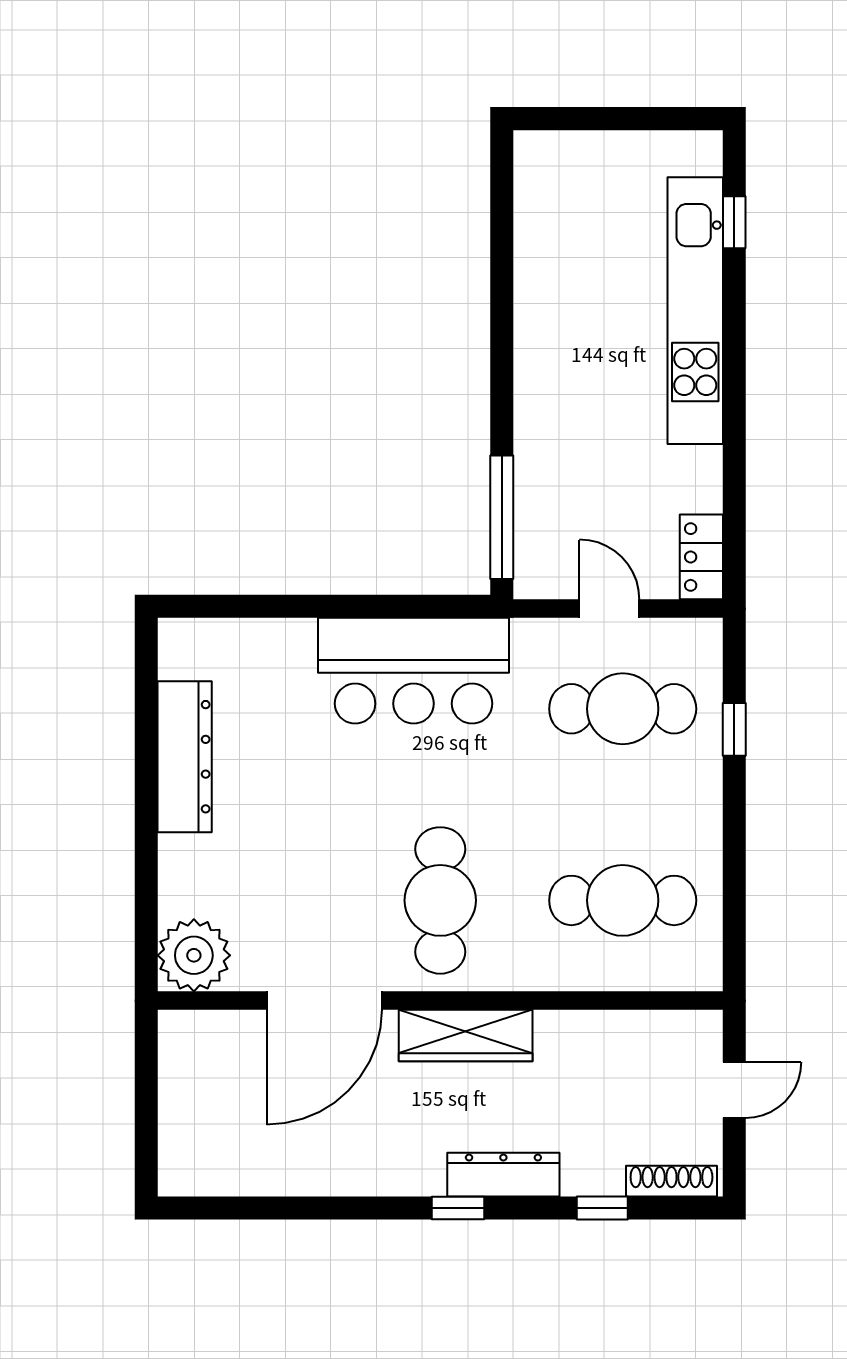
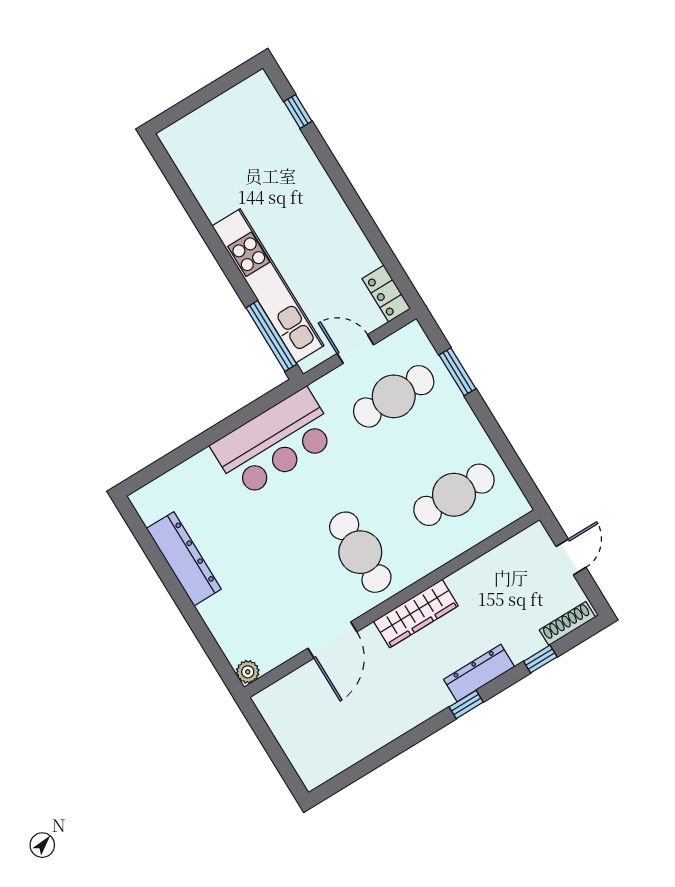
kitchen unit: (695, 311) -> (268, 286), moved, turned 180
window: (734, 729) -> (457, 372), width x1.50
plant: (194, 955) -> (248, 672), width x0.53, depth x0.53
door: (324, 1001) -> (332, 640), width x0.73

